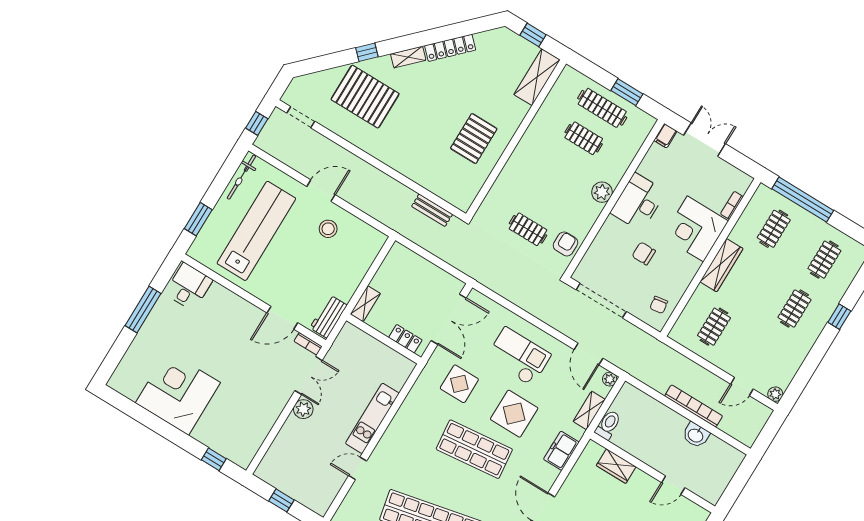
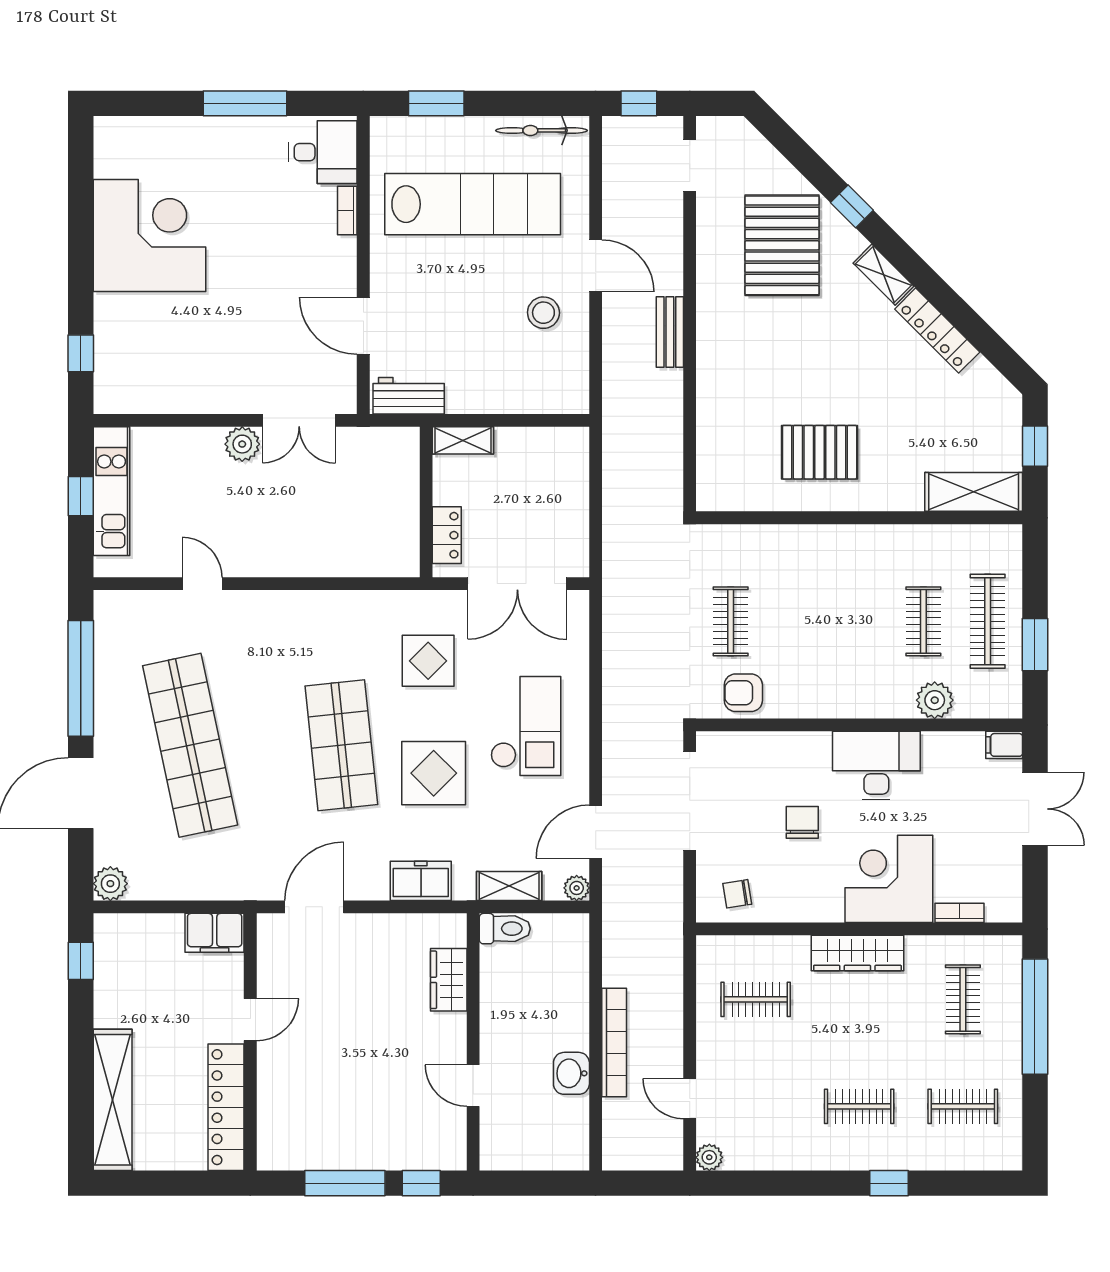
plant: (602, 192) -> (935, 700), moved
bench: (432, 210) -> (670, 332), moved
clothes rail: (774, 229) -> (963, 999), turned 90
armchair: (565, 244) -> (743, 693), turned 180
bookcase: (308, 344) -> (347, 211), moved
kitchen unit: (372, 418) -> (112, 491), moved, turned 90

